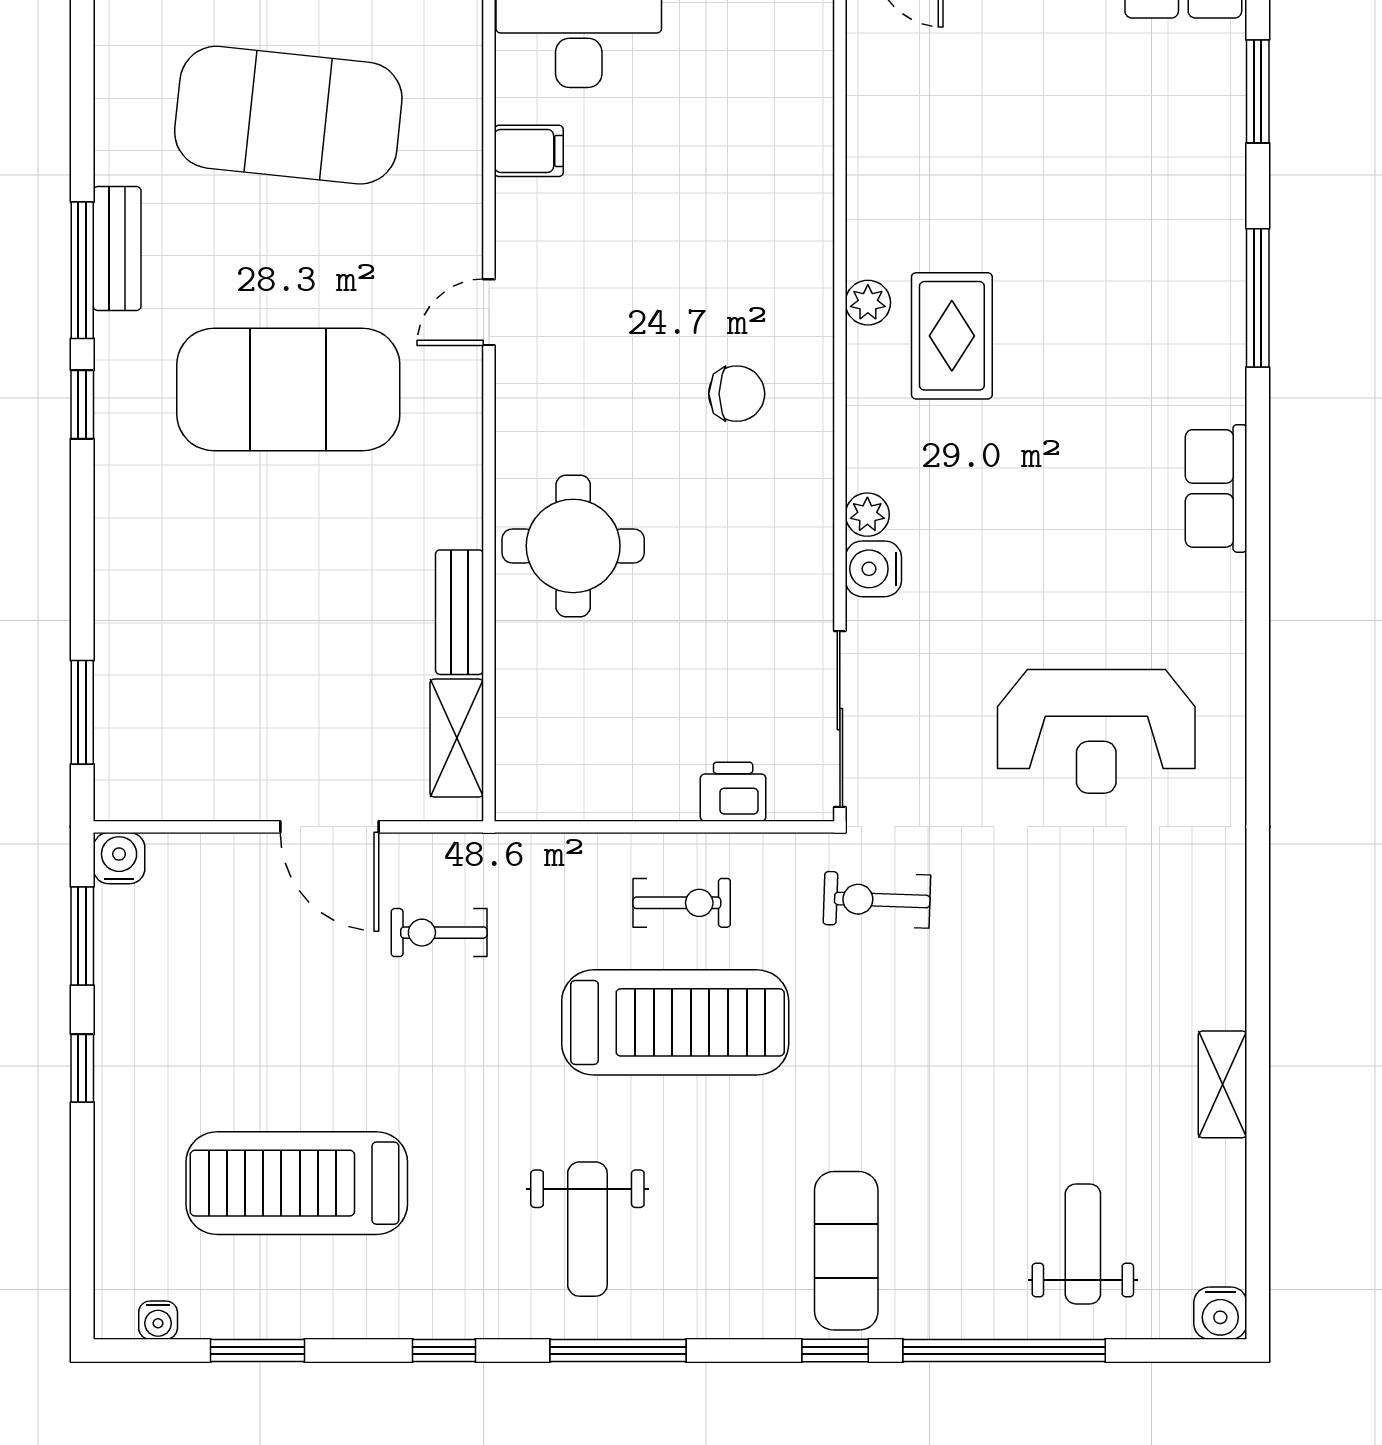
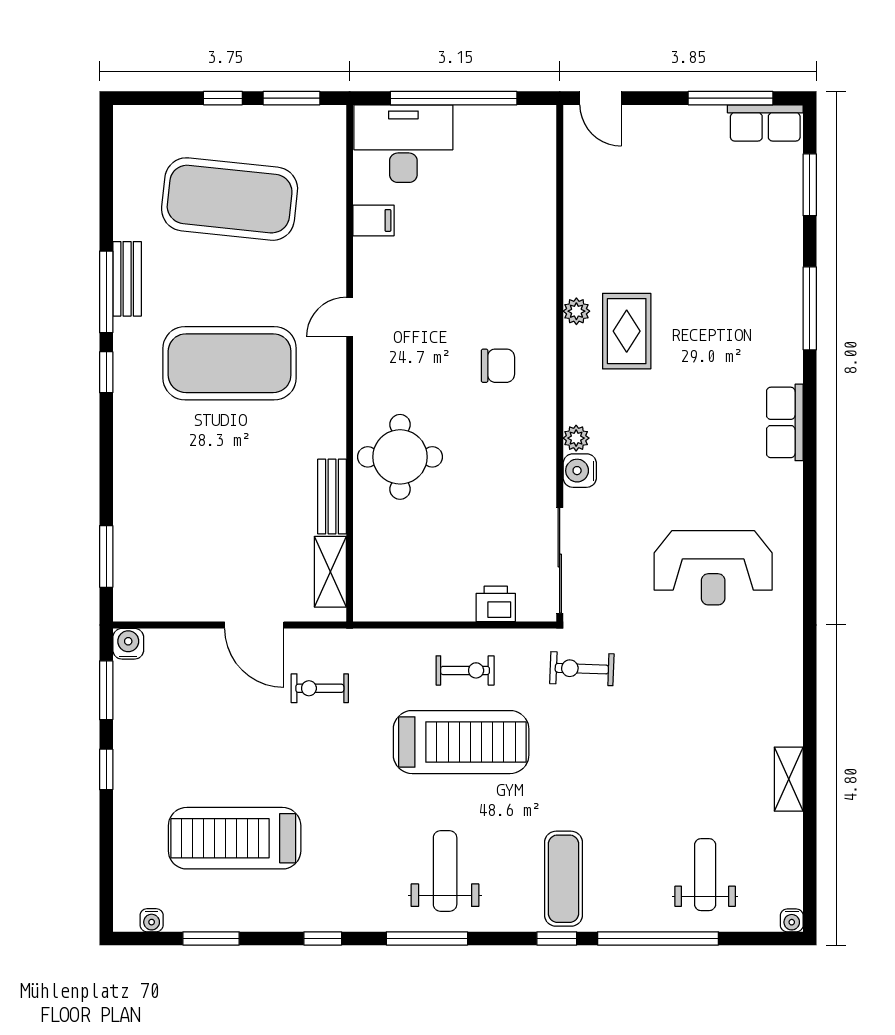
weight bench: (587, 1229) -> (445, 871), moved, turned 180
water cooler: (1220, 1313) -> (792, 920), width x0.72, depth x0.72

